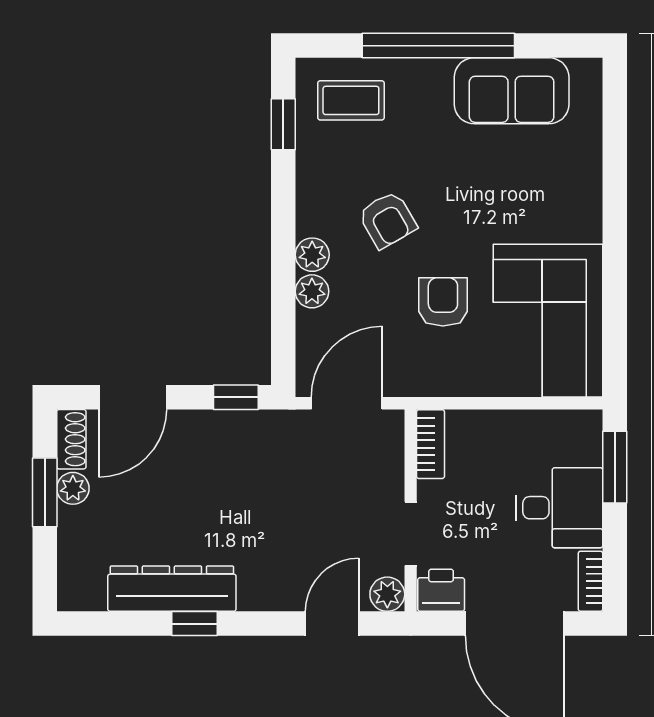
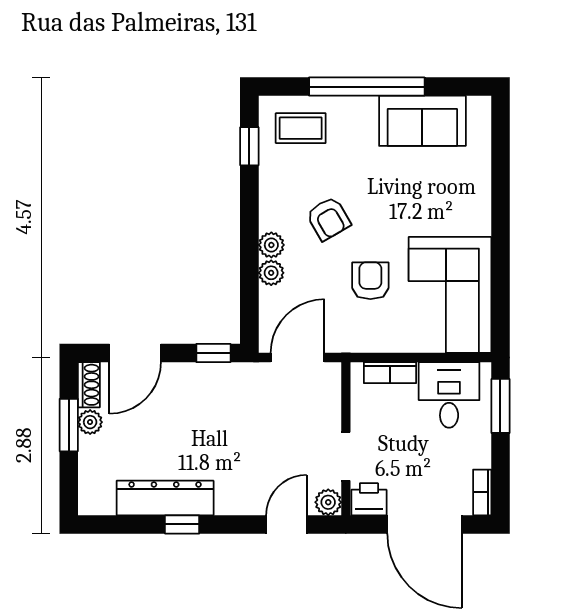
bookcase: (430, 444) -> (390, 373), moved, turned 90
desk: (559, 508) -> (449, 395), moved, turned -90

